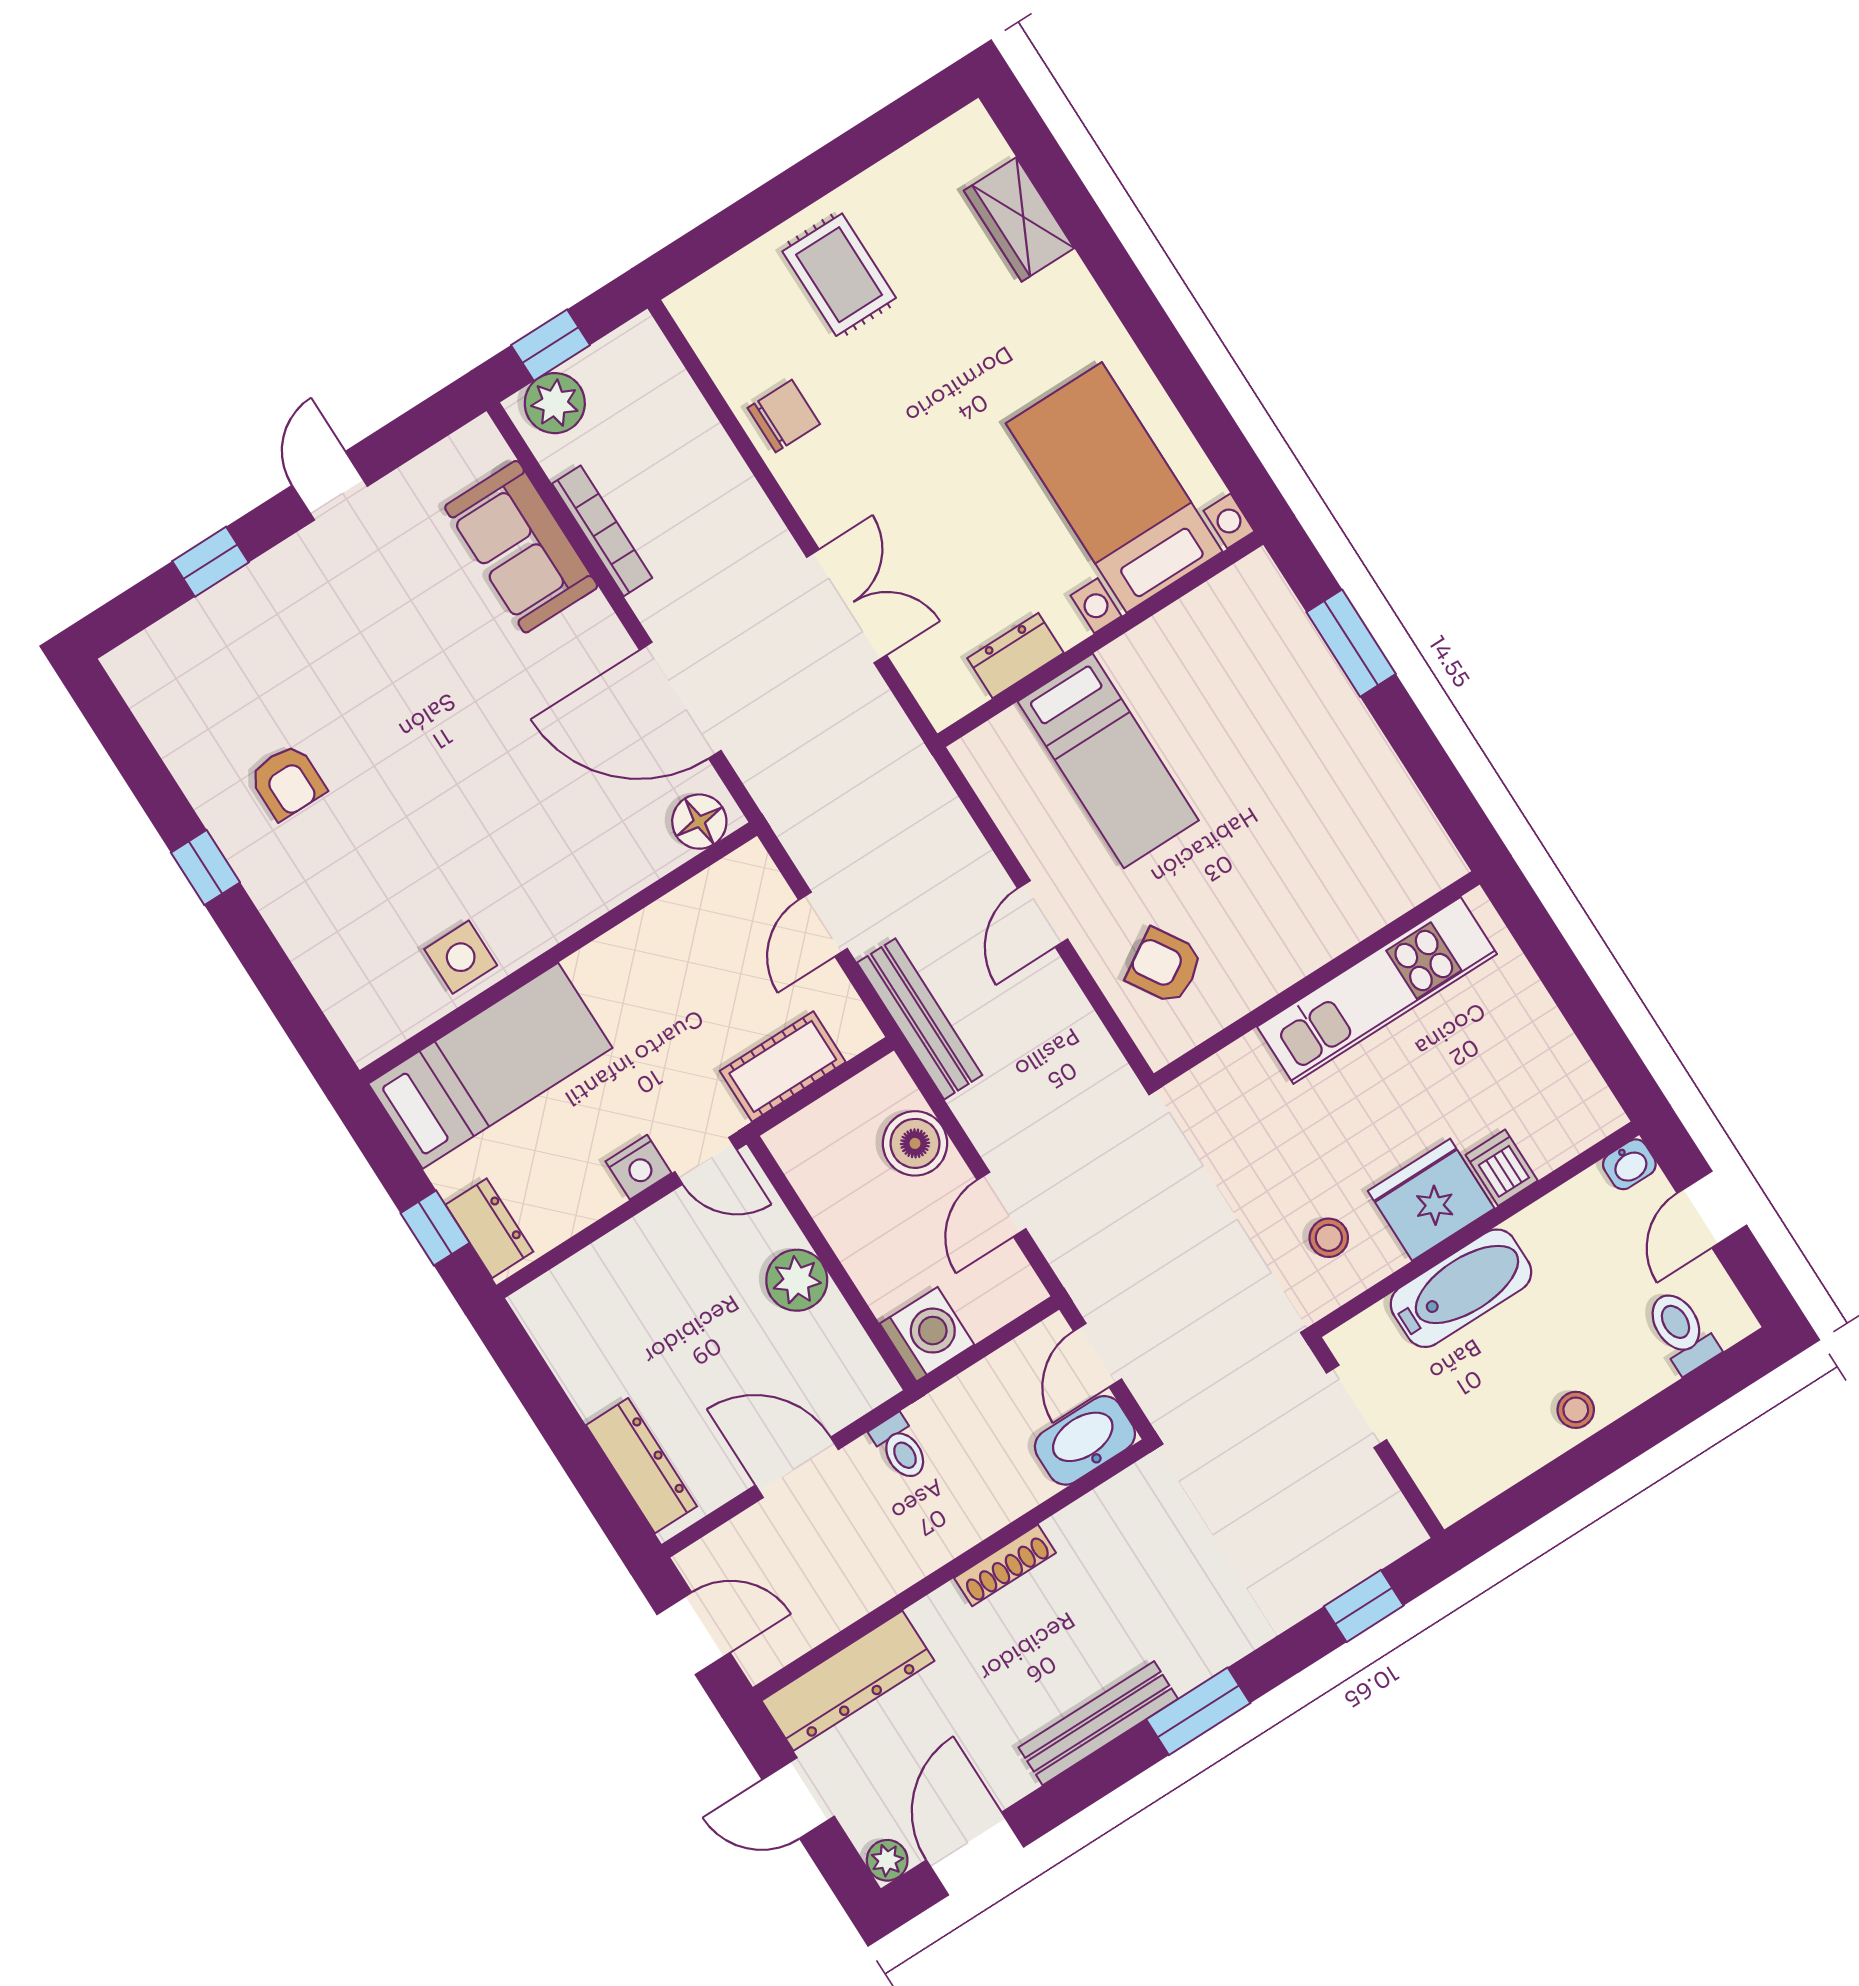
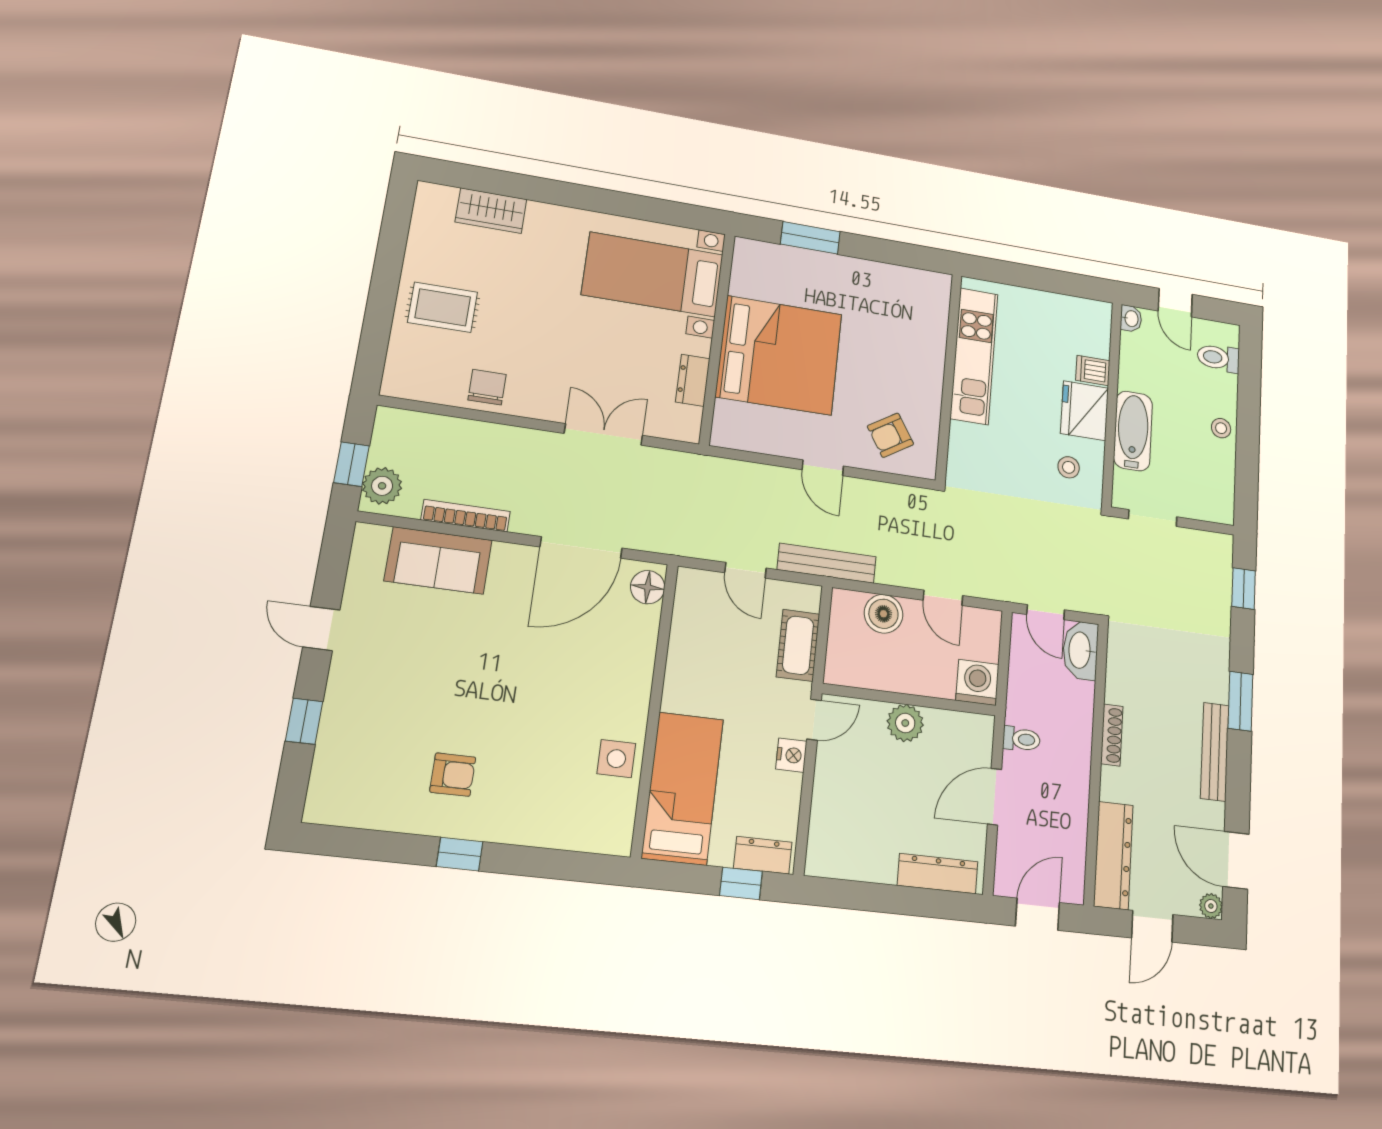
bed: (1108, 761) -> (779, 355), width x2.04

